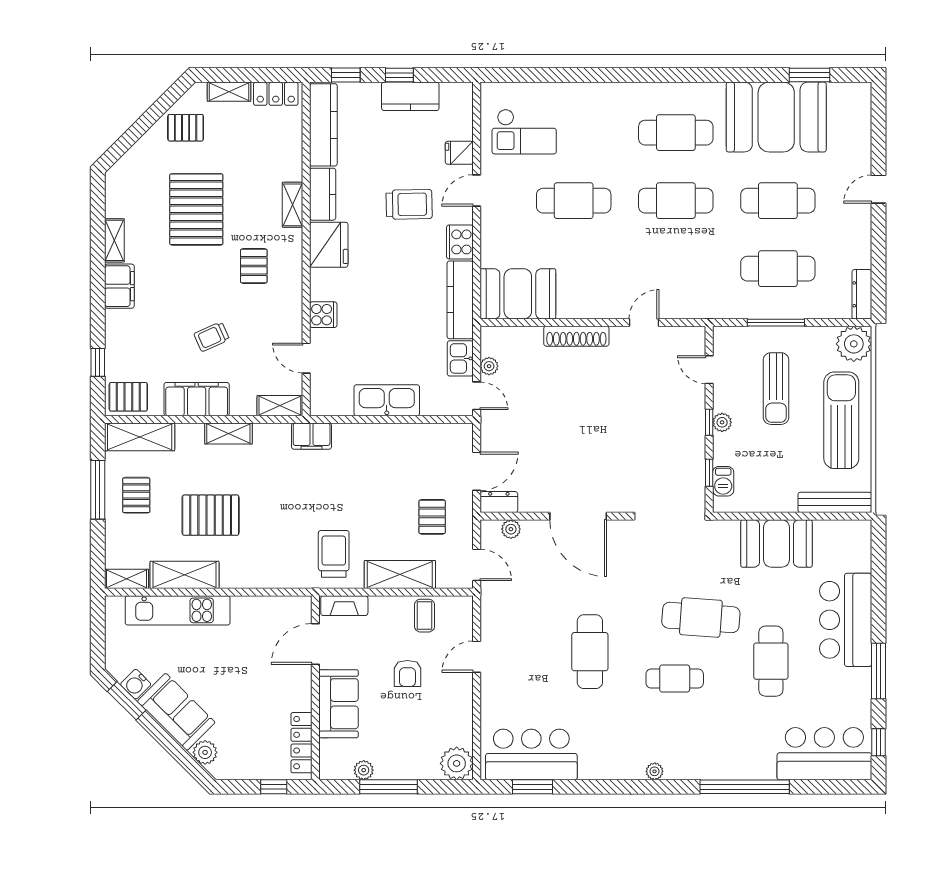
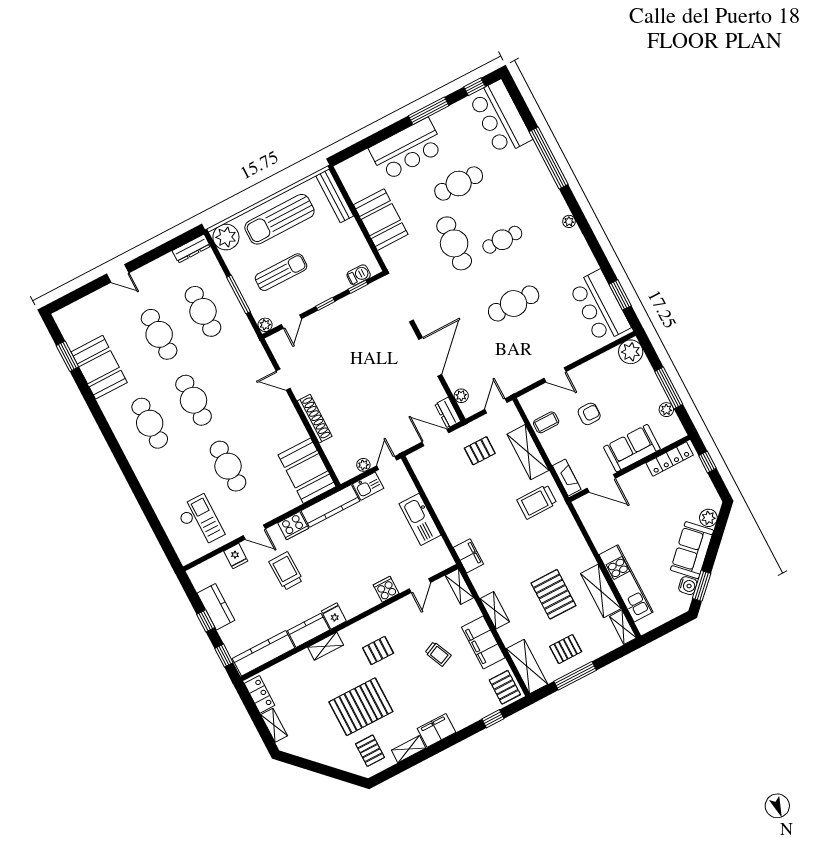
booth: (776, 117) -> (99, 367), width x0.73, depth x0.70
pallet: (186, 128) -> (370, 751), moved
fridge: (329, 245) -> (334, 616), width x0.53, depth x0.75
plant: (722, 422) -> (265, 325), moved
cafe table: (675, 679) -> (502, 240), turned 90

